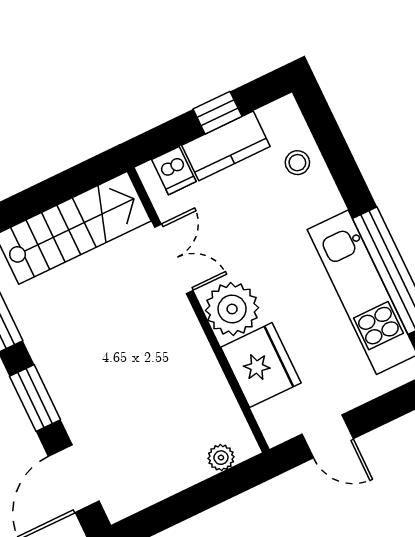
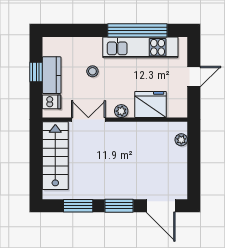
stool: (297, 163) -> (92, 71), moved
plant: (232, 309) -> (121, 111), width x0.53, depth x0.53
door: (328, 436) -> (194, 77), moved

